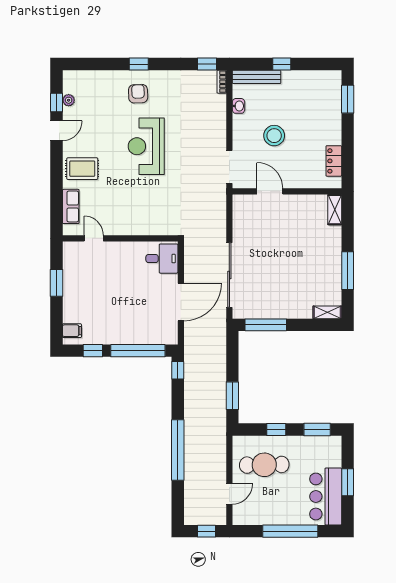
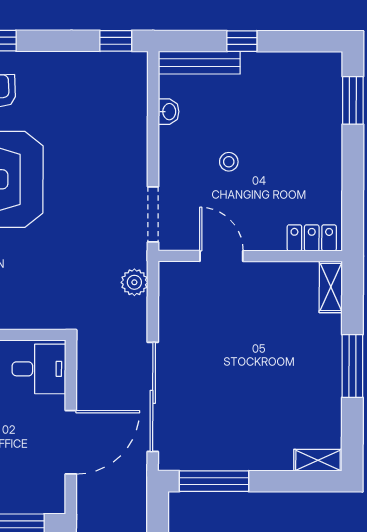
bookcase: (222, 82) -> (140, 71), removed
stool: (274, 136) -> (229, 162), width x0.53, depth x0.53
locker: (334, 161) -> (312, 238), moved, turned 90
plant: (218, 207) -> (134, 282), added
window: (348, 271) -> (352, 366), moved

